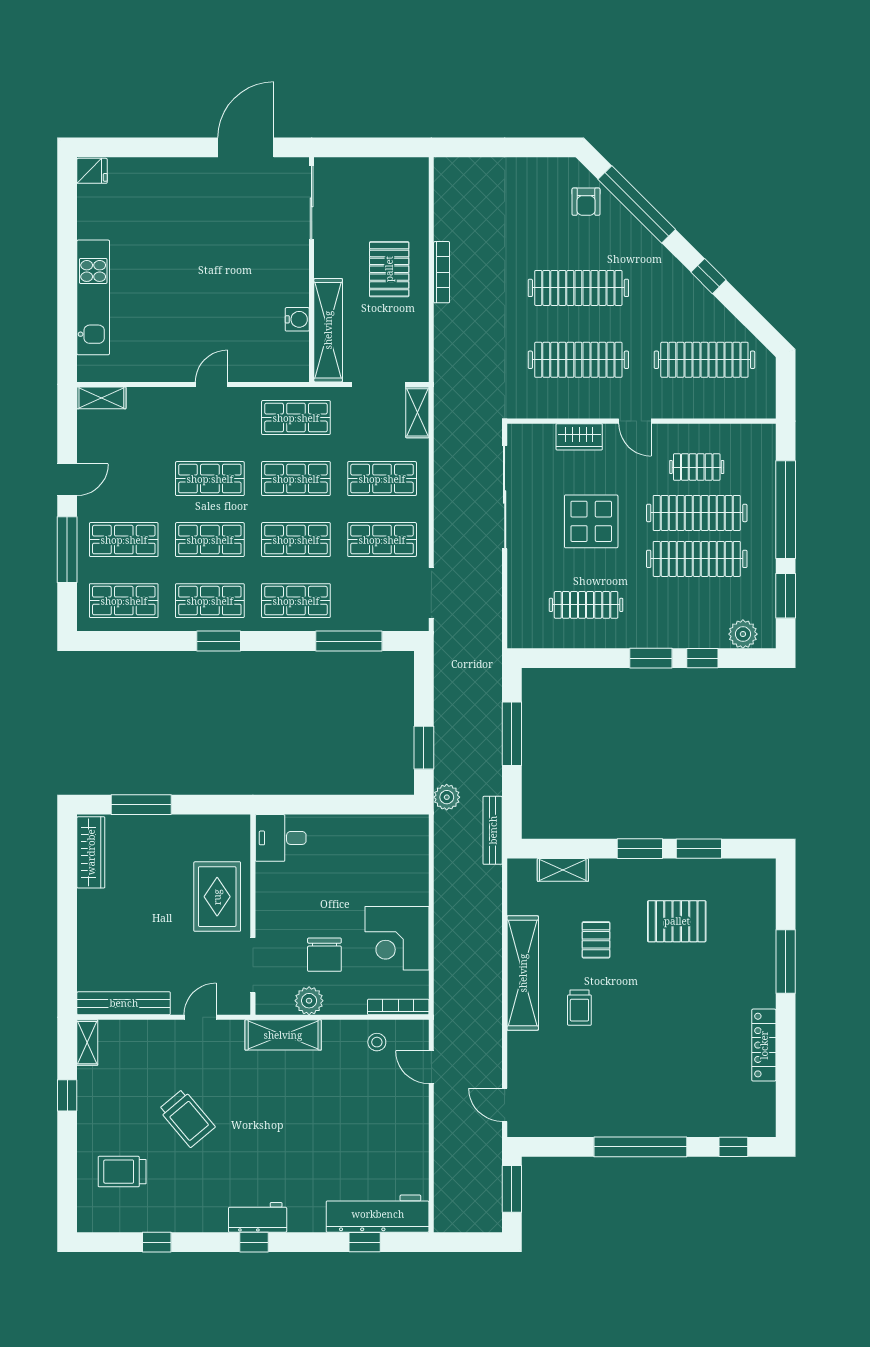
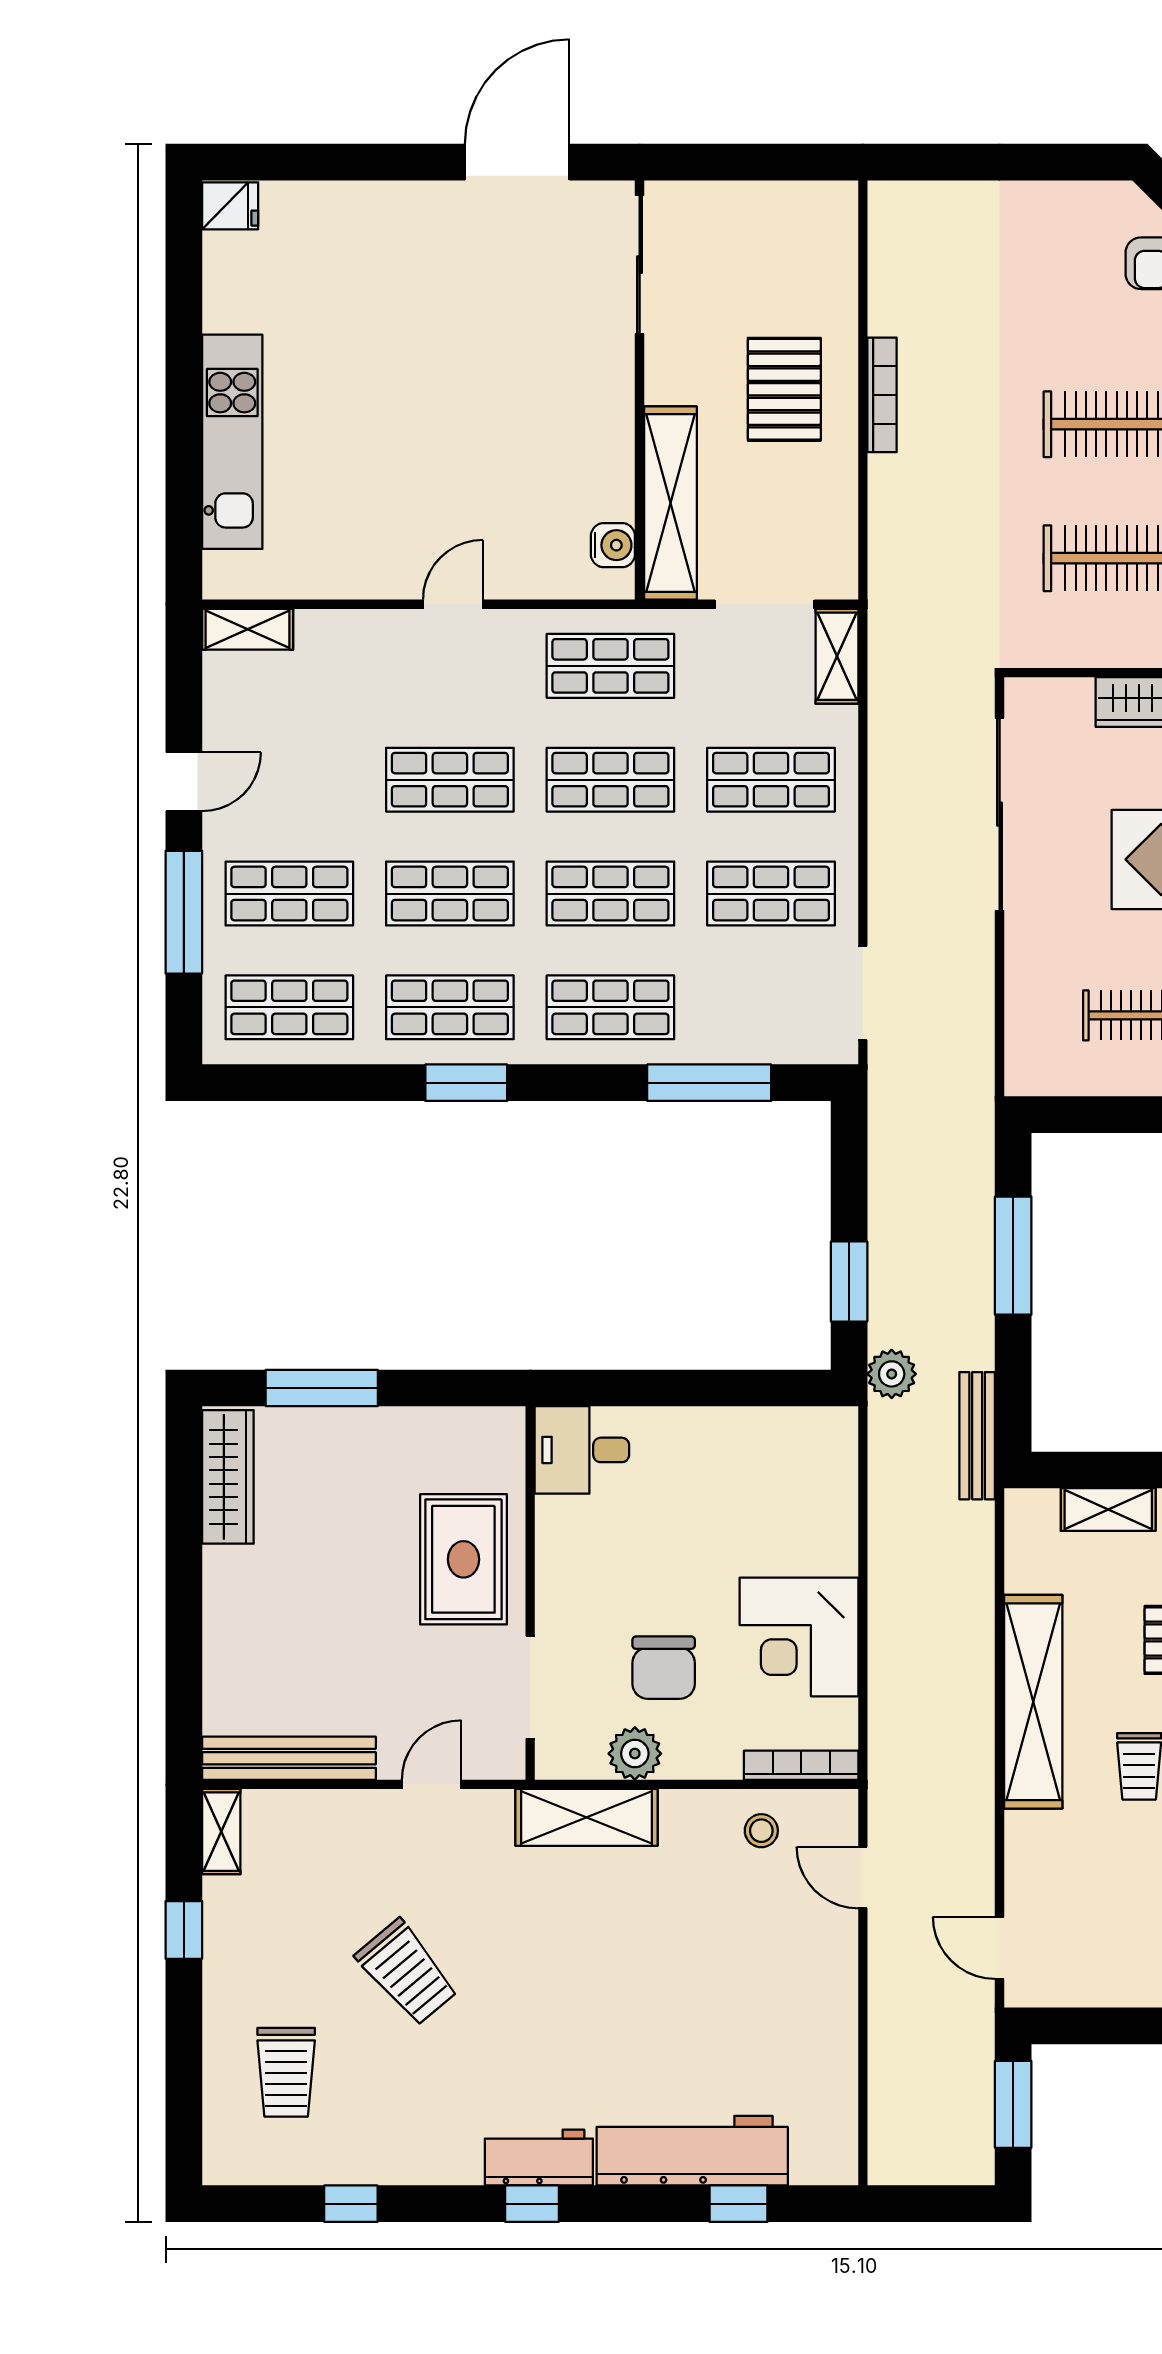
water cooler: (297, 319) -> (613, 545), moved
trolley: (122, 1172) -> (286, 2072), turned -90
workbench: (378, 1214) -> (692, 2151), moved

